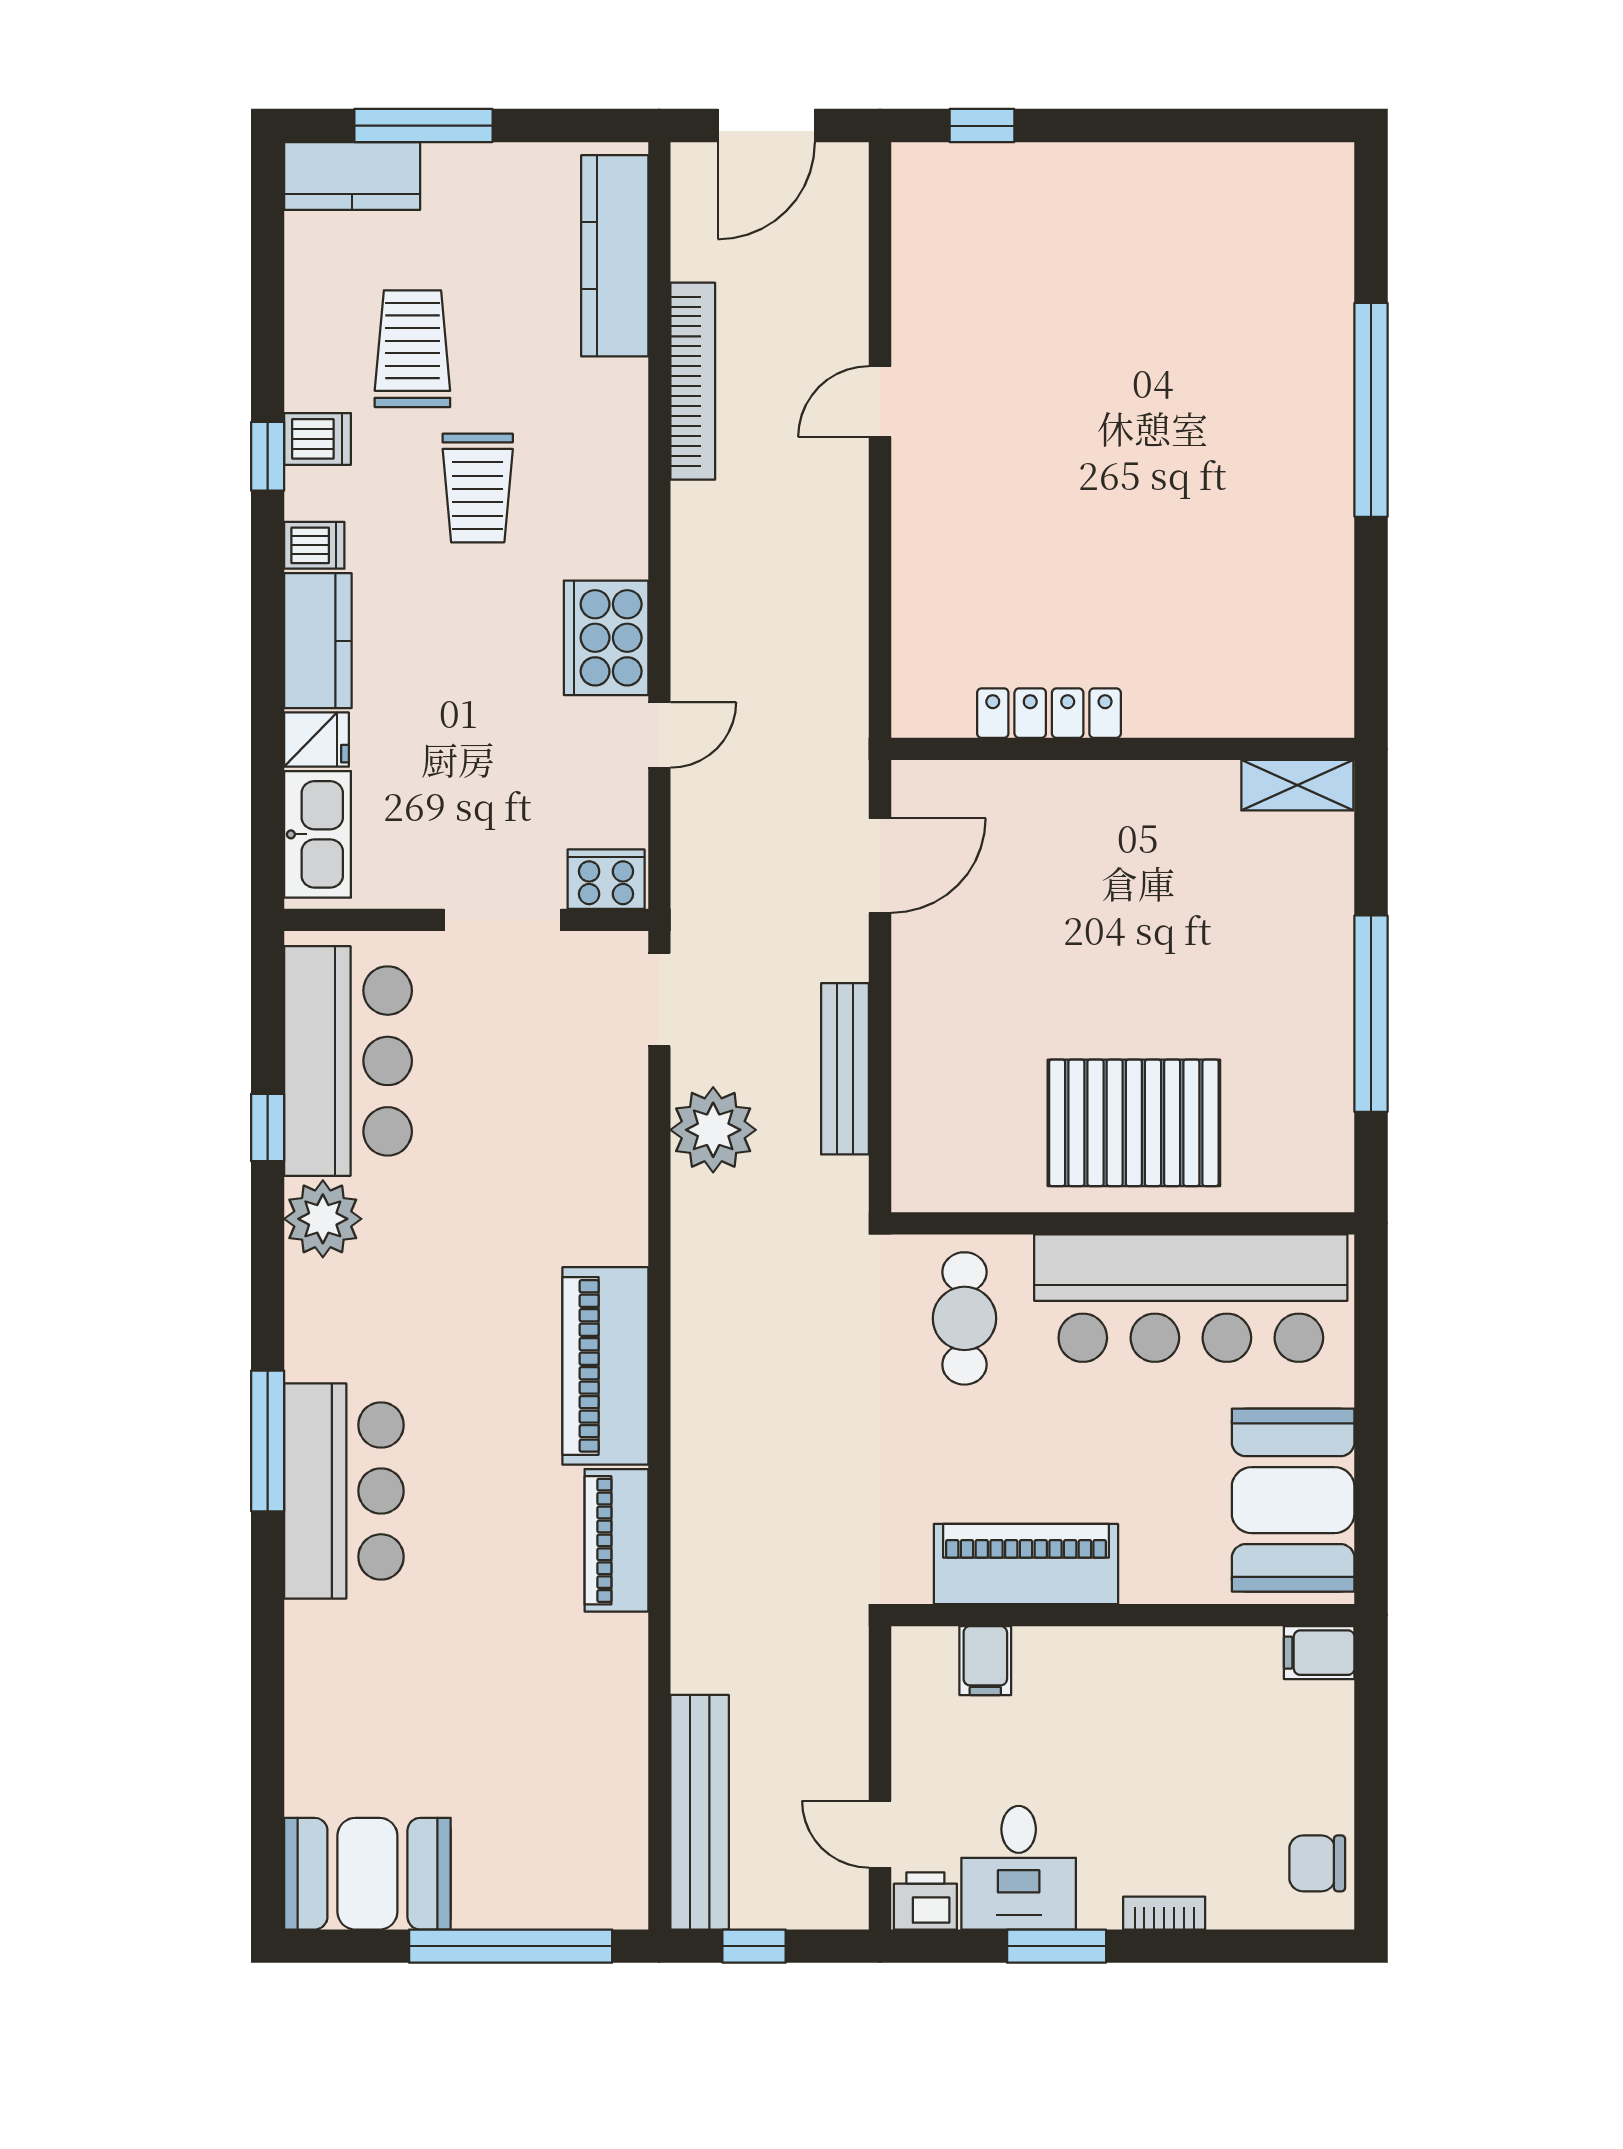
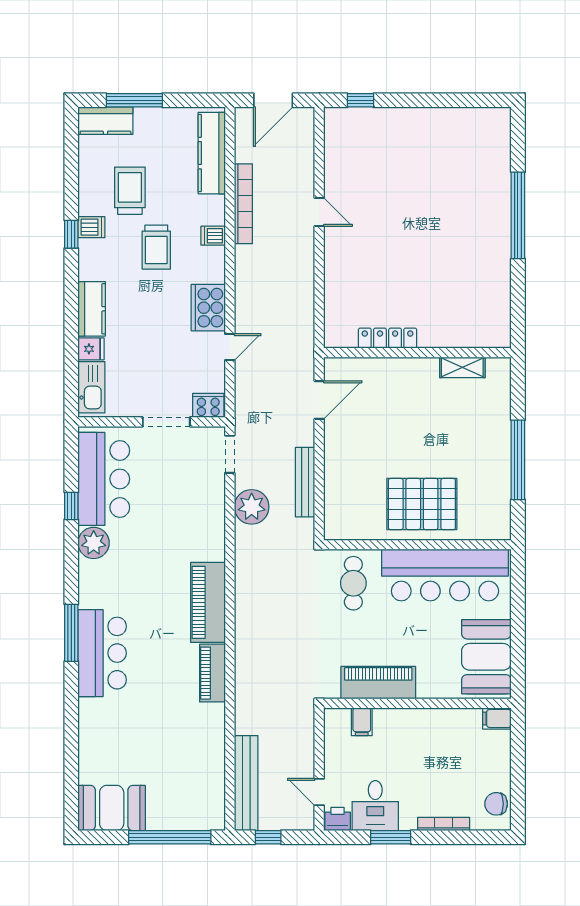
door: (880, 402) -> (319, 212), swing flipped
dishwasher: (314, 545) -> (213, 236), moved, turned 180
shelving: (1297, 785) -> (462, 367), moved
bookcase: (1164, 1913) -> (444, 824), width x1.56

